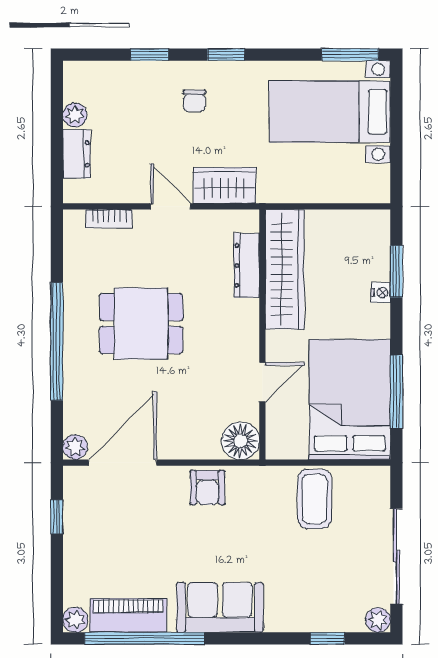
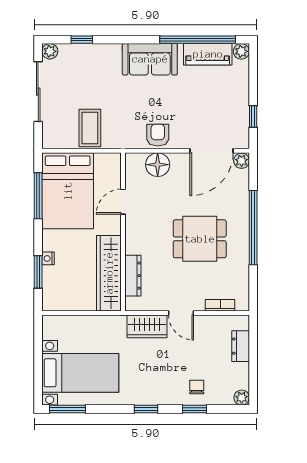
chair: (194, 101) -> (197, 387), moved
plant: (75, 115) -> (242, 398), moved
floor lamp: (240, 441) -> (158, 165), moved

